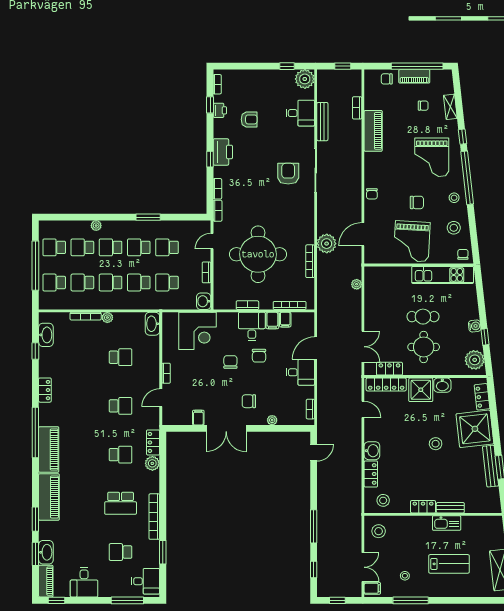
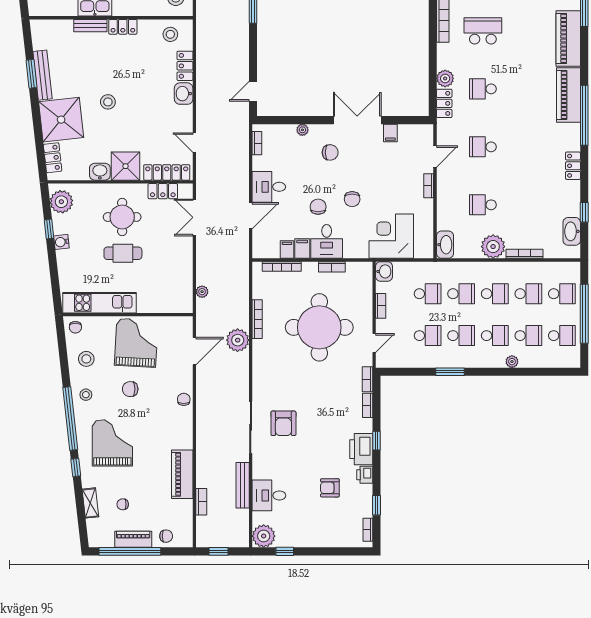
printer: (220, 110) -> (365, 475), moved
plant: (107, 318) -> (493, 247), width x1.88, depth x1.88

